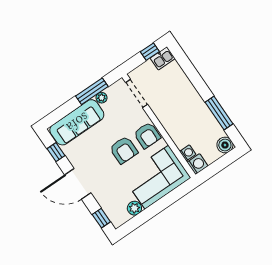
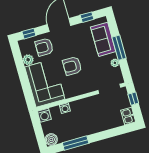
window: (150, 52) -> (133, 99), moved
window: (92, 91) -> (119, 48), moved
sofa: (77, 122) -> (103, 39), width x0.73
armchair: (147, 135) -> (44, 47), moved
washing machine: (188, 153) -> (65, 108), moved

